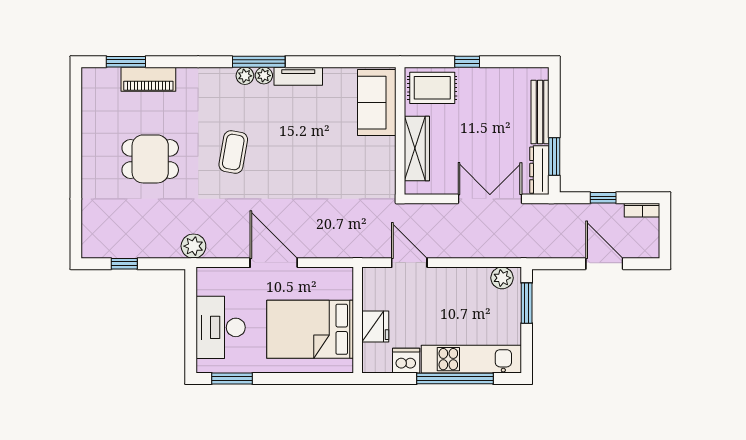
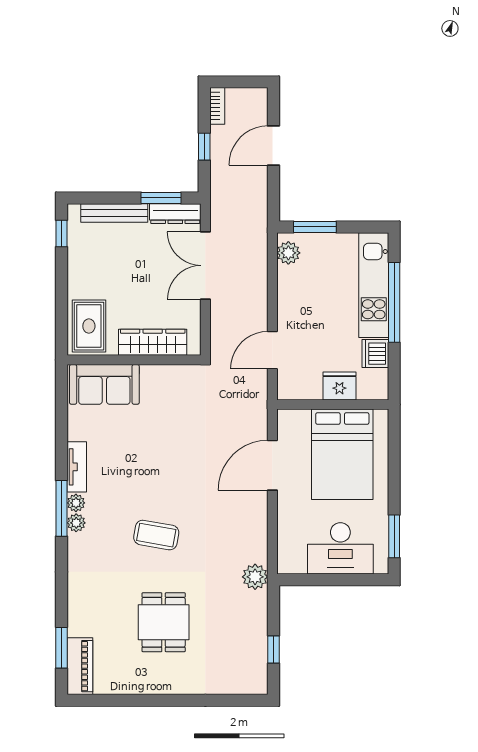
window: (467, 62) -> (61, 234), moved
piano: (148, 79) -> (80, 666), moved
door: (274, 263) -> (272, 465), moved

